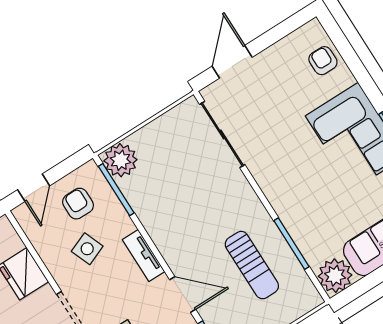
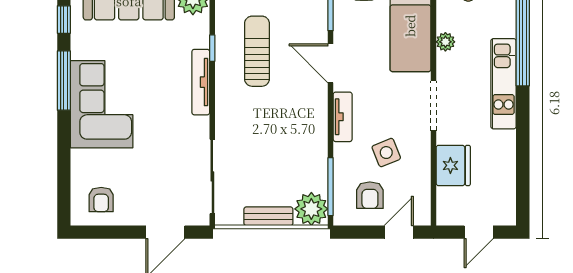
armchair: (323, 61) -> (101, 200), moved
bench: (153, 131) -> (268, 216), added
tv unit: (283, 209) -> (201, 82), added
window: (291, 244) -> (212, 48), width x0.46

